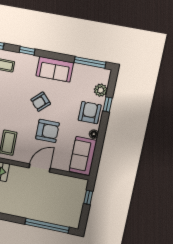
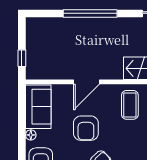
armchair: (47, 131) -> (86, 128), turned -90
window: (47, 226) -> (90, 13), moved

